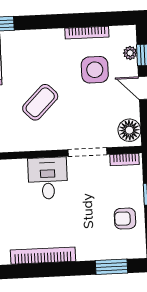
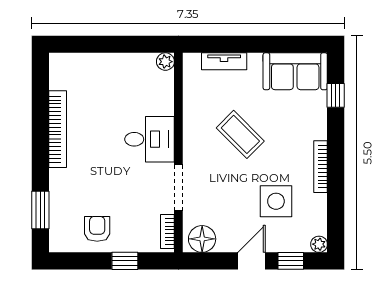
bookcase: (87, 33) -> (321, 167), moved
plant: (130, 53) -> (319, 244), moved

